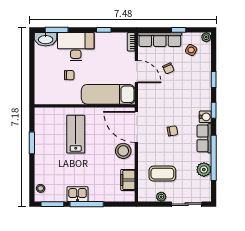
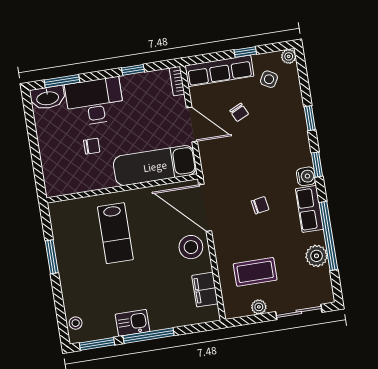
lab bench: (76, 134) -> (115, 233), turned 180

